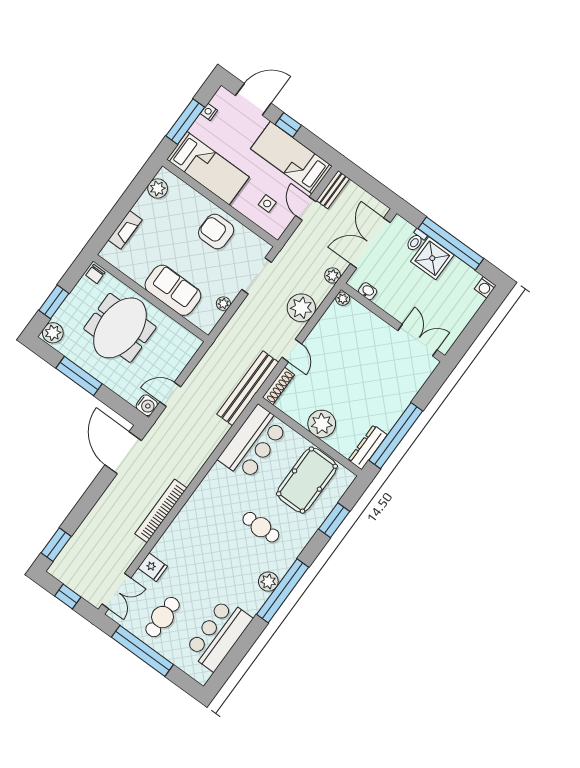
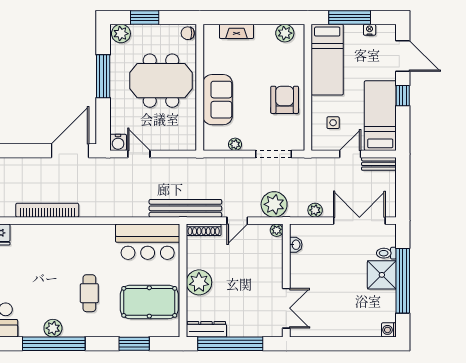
washbasin: (368, 291) -> (296, 245), moved
plant: (343, 299) -> (277, 230), moved
wall: (393, 322) -> (286, 281), moved
double door: (417, 340) -> (286, 308), moved

